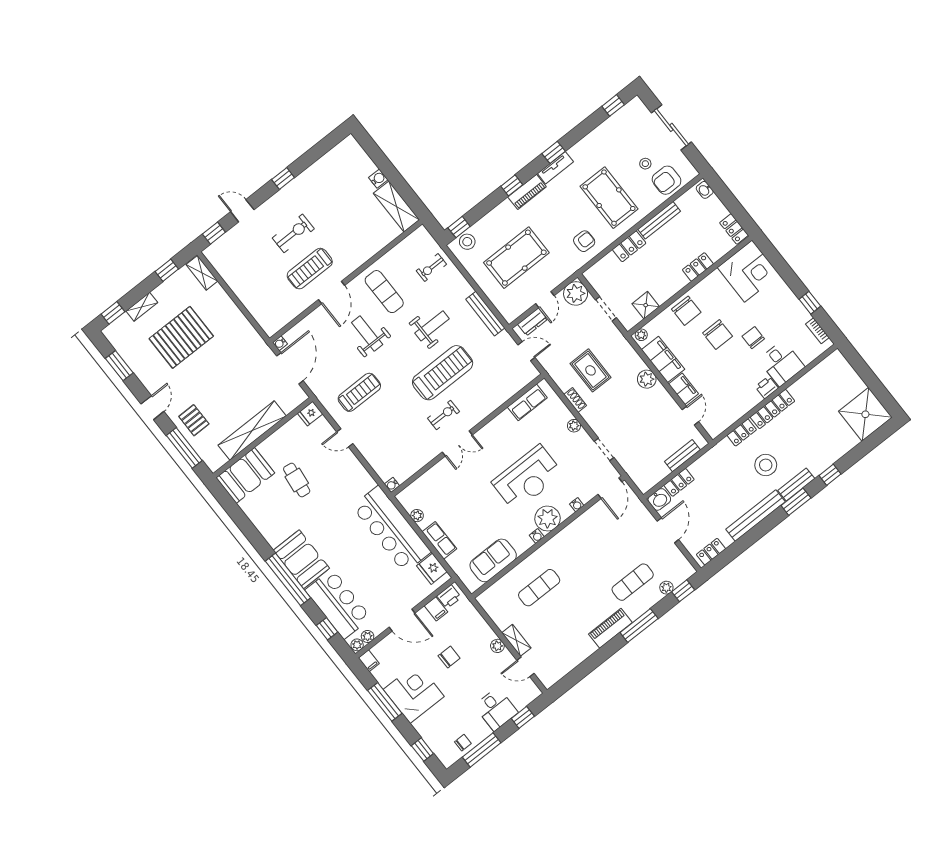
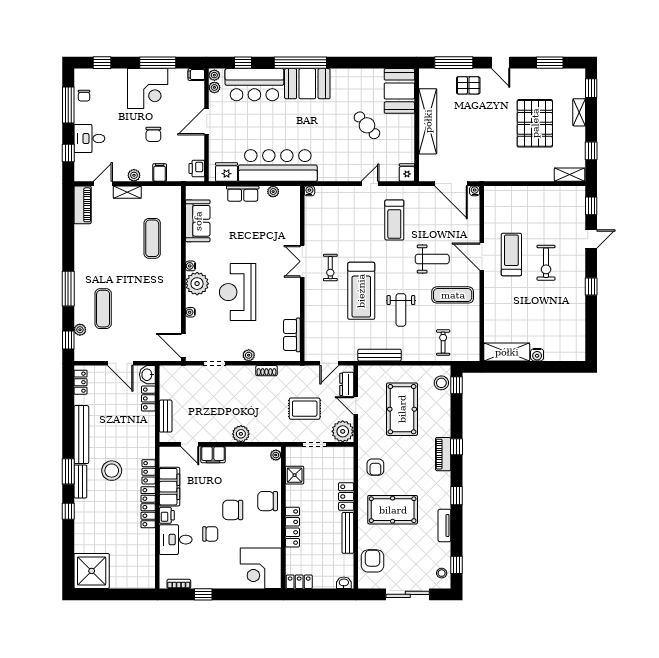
stool: (645, 164) -> (442, 573), moved
tv unit: (555, 168) -> (444, 526), moved
locker: (698, 267) -> (292, 527), width x1.53
filing cabinet: (663, 359) -> (170, 487), moved, turned -90
rug: (591, 370) -> (305, 409), moved
cafe table: (297, 480) -> (367, 125), turned 41
filing cabinet: (436, 609) -> (160, 173), moved, turned 90
piano: (610, 628) -> (83, 205), moved

